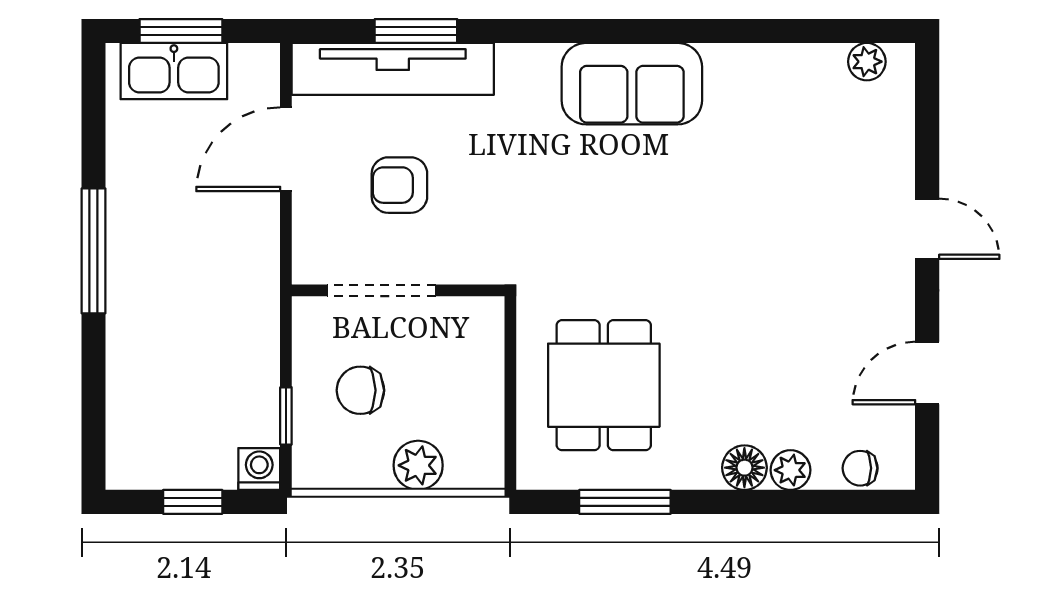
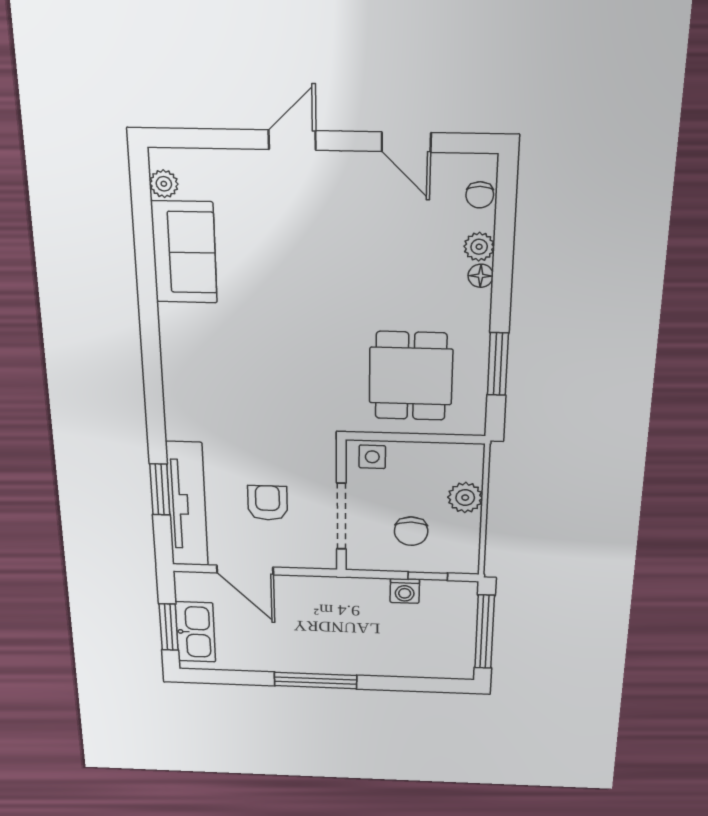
sofa: (632, 84) -> (184, 252), moved
armchair: (399, 185) -> (268, 503), turned 180
side table: (479, 334) -> (372, 457), added
dining table: (604, 385) -> (411, 376), turned 90
floor lamp: (744, 468) -> (481, 276), width x0.73, depth x0.73
washing machine: (259, 469) -> (405, 591), moved, turned -90
window: (193, 502) -> (485, 632), width x2.17

